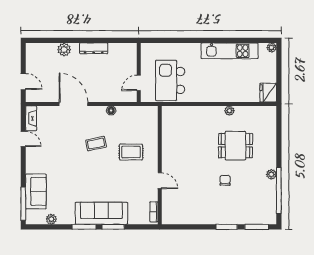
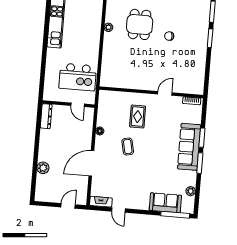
dresser: (94, 48) -> (46, 116), moved
door: (23, 139) -> (118, 210), swing flipped

